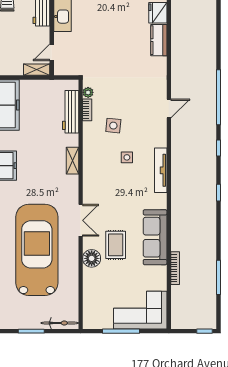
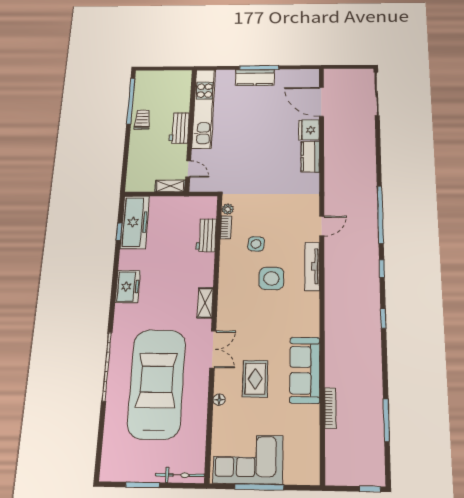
door: (52, 52) -> (188, 169), swing flipped
workbench: (71, 112) -> (206, 235), width x0.73
side table: (127, 157) -> (271, 278), width x1.87, depth x1.87
shelving: (73, 161) -> (205, 303), moved
tv unit: (161, 170) -> (312, 266), moved
floor lamp: (92, 258) -> (219, 400), width x0.53, depth x0.53
corner sofa: (140, 310) -> (248, 459), moved

